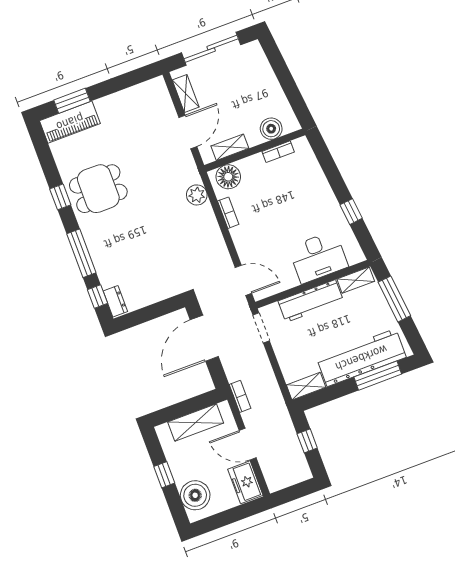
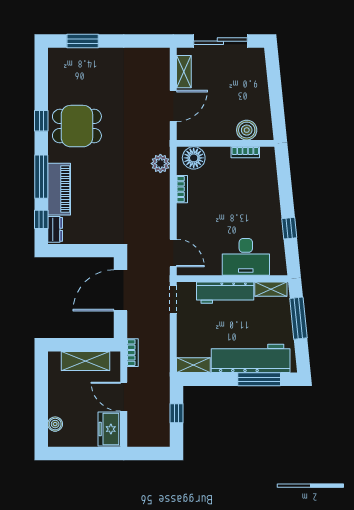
piano: (70, 122) -> (59, 189), moved, turned -90
shelving: (230, 147) -> (205, 133), removed
window: (164, 475) -> (41, 396), removed
boiler: (195, 495) -> (55, 424), width x0.54, depth x0.54

